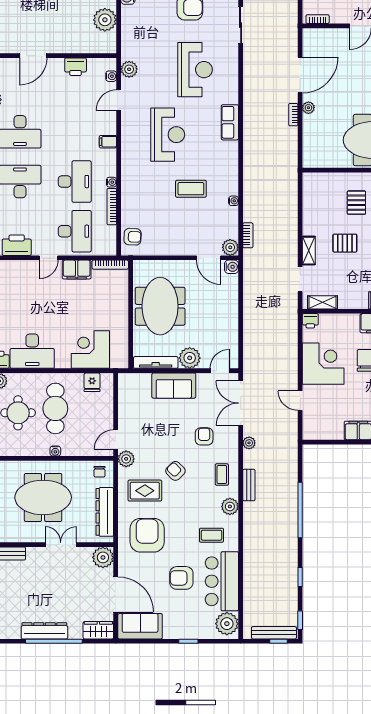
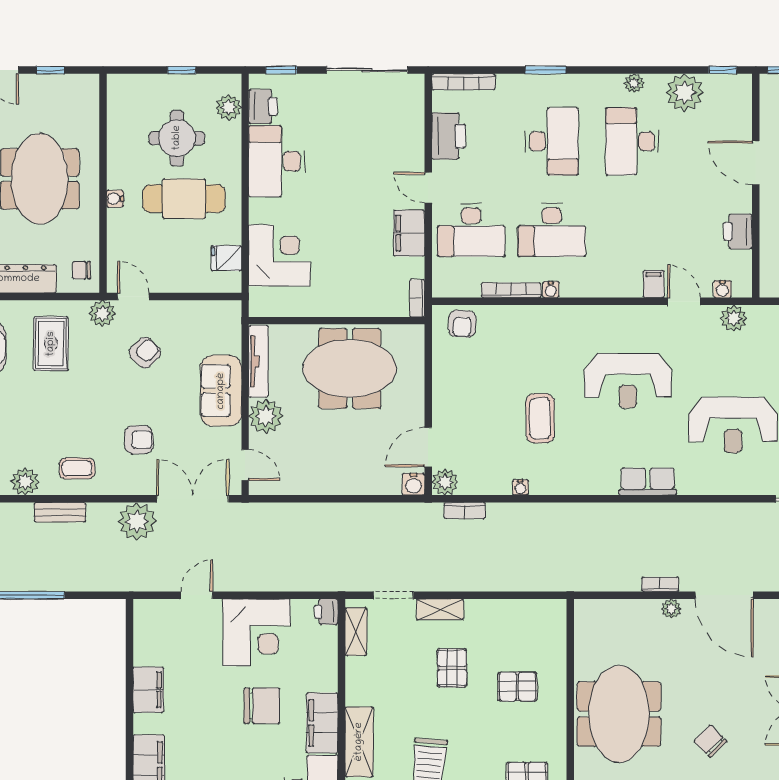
filing cabinet: (108, 142) -> (654, 284), moved
bookcase: (110, 265) -> (417, 298), width x0.64
plant: (249, 443) -> (137, 521), width x1.88, depth x1.88
armchair: (175, 471) -> (145, 353), moved

